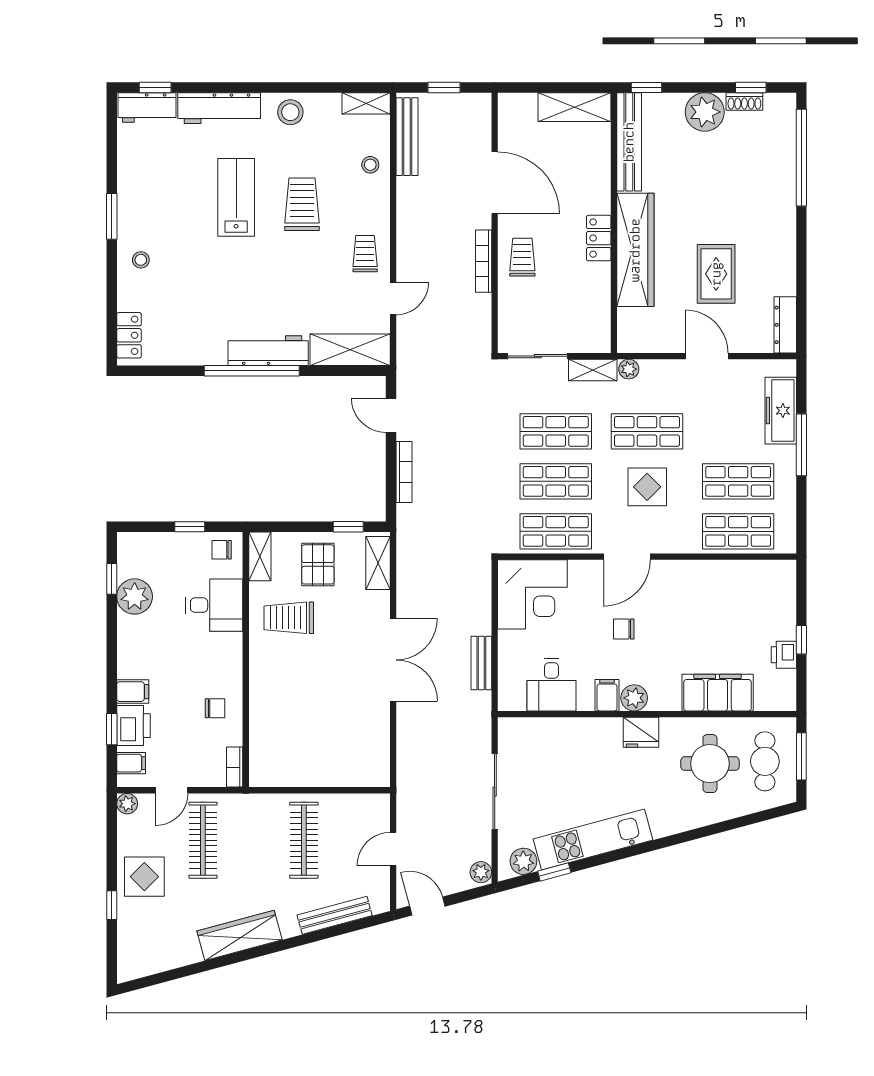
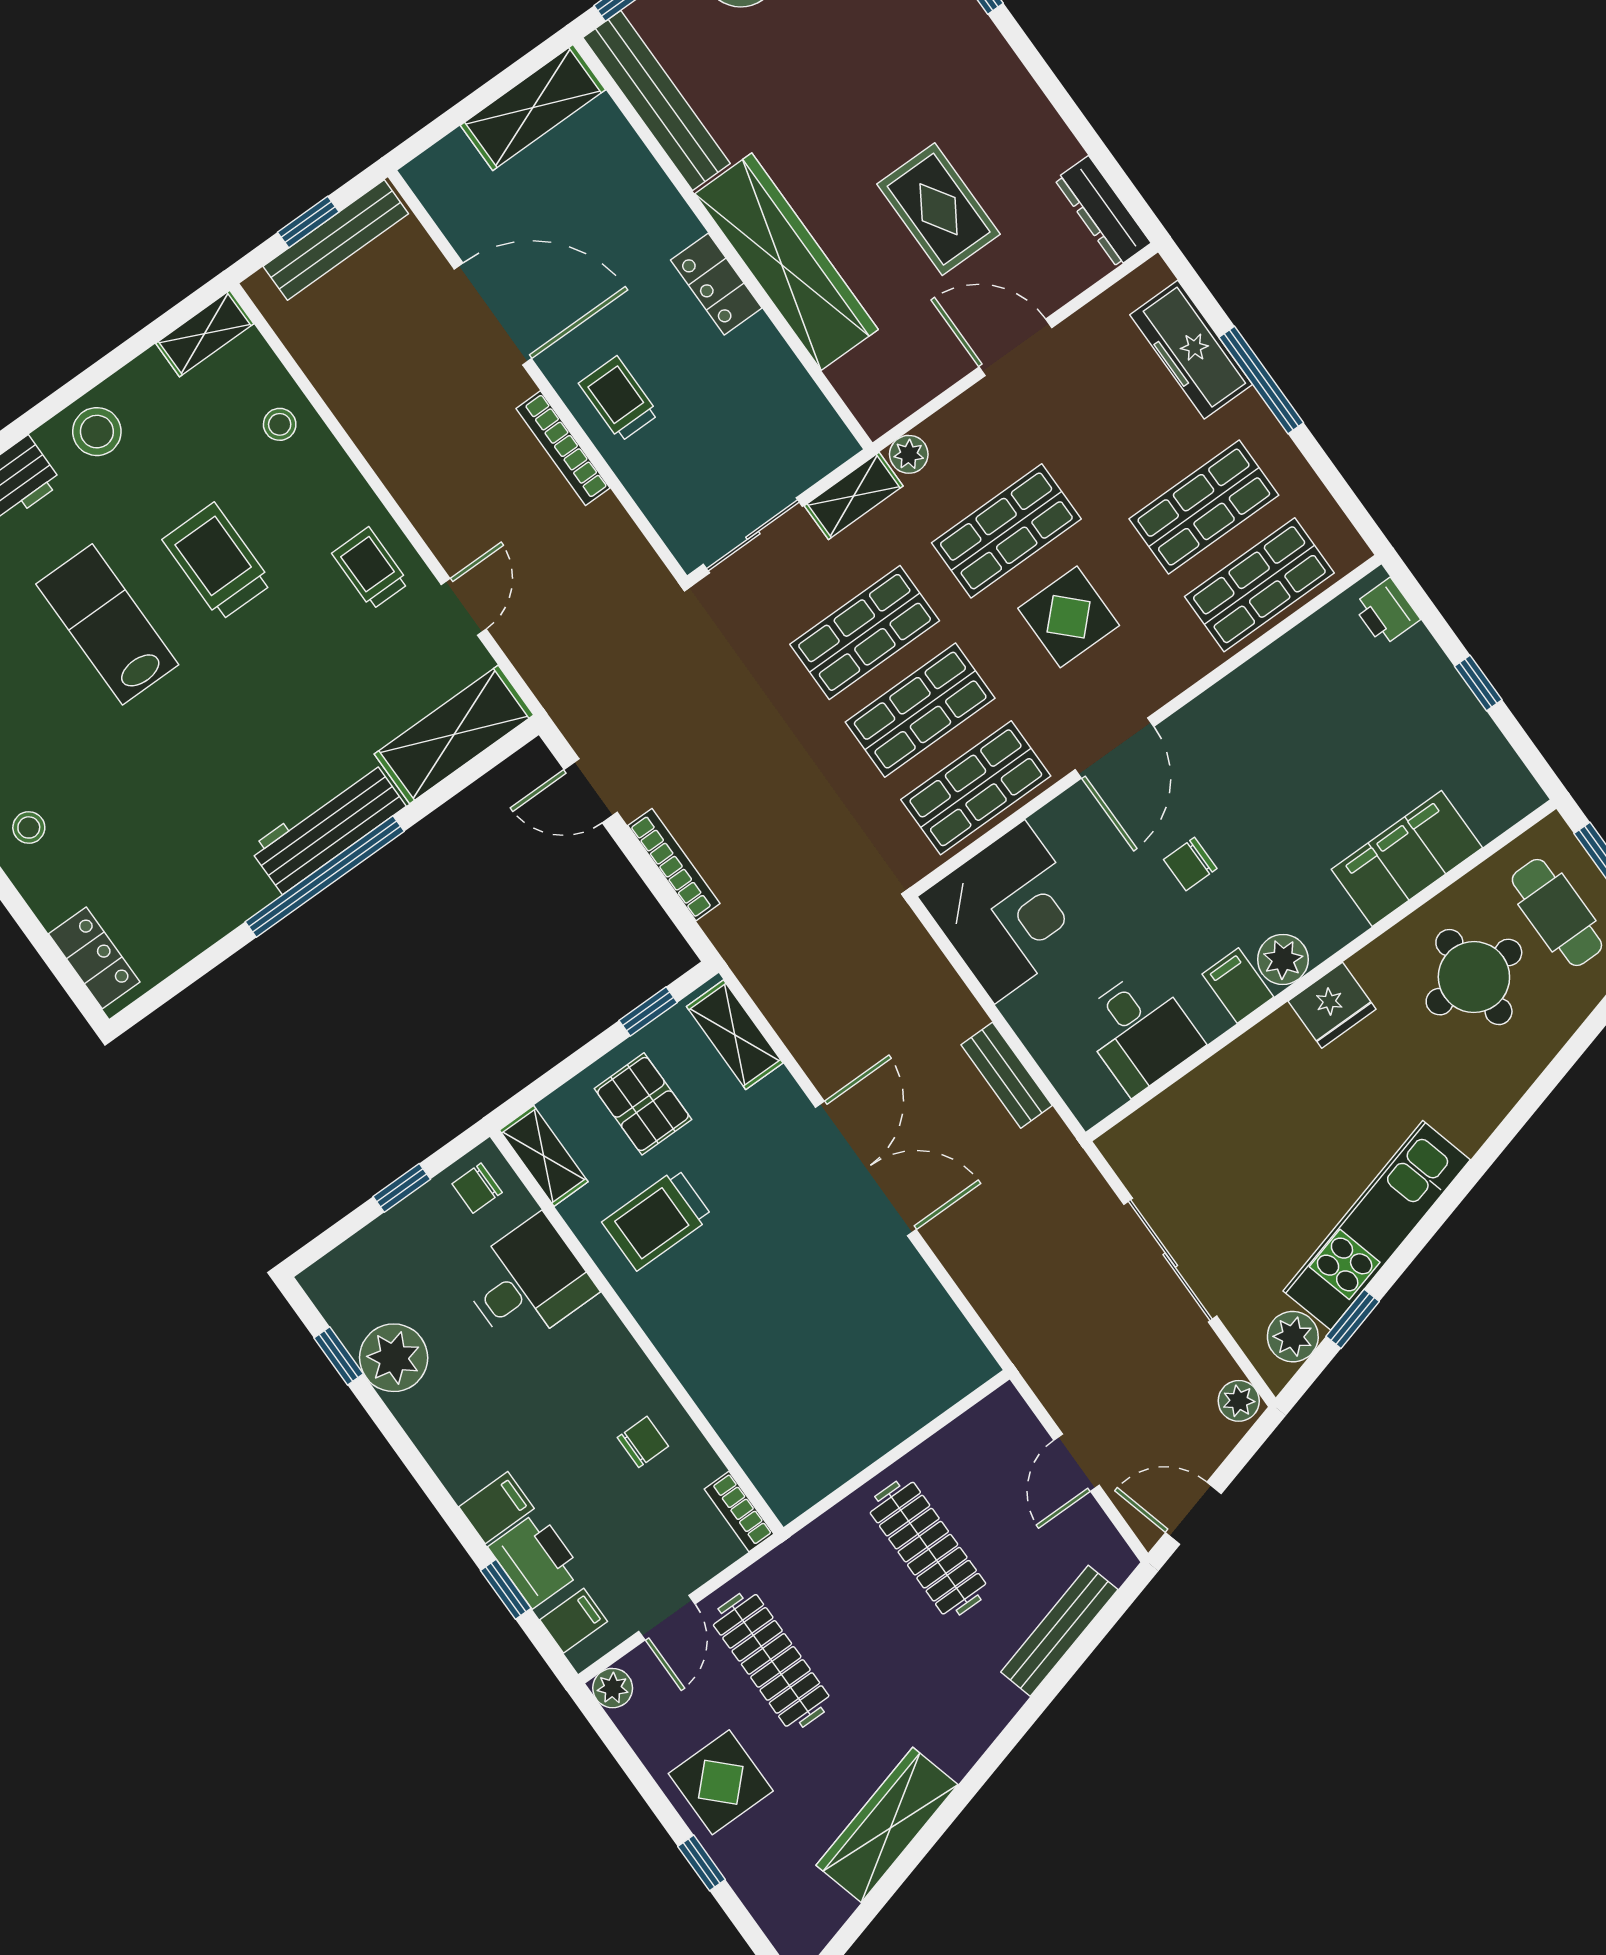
bench: (407, 137) -> (336, 240), moved, turned 90
printer: (784, 655) -> (1386, 612), moved
wardrobe: (240, 935) -> (887, 1825), moved

